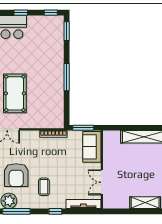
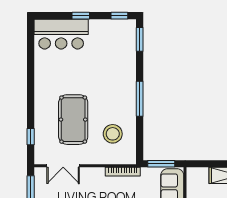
stool: (46, 104) -> (113, 134), added

